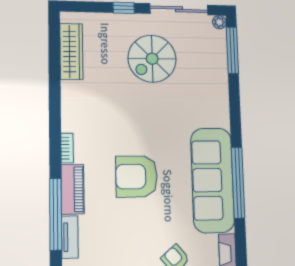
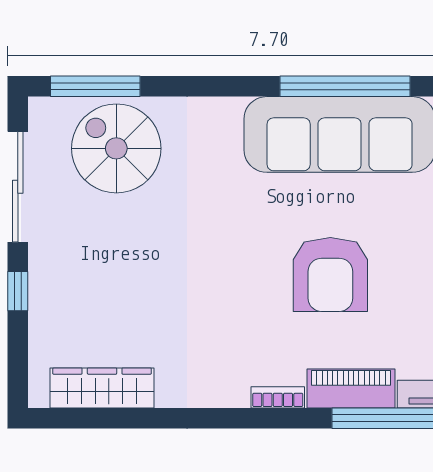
plant: (219, 22) -> (41, 110), removed
spiral stairs: (152, 59) -> (116, 148), moved, turned 180

